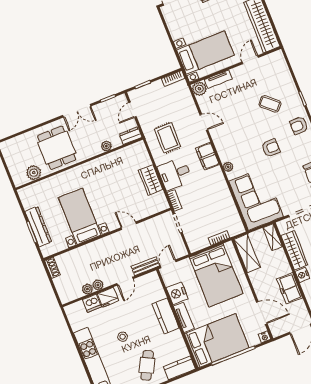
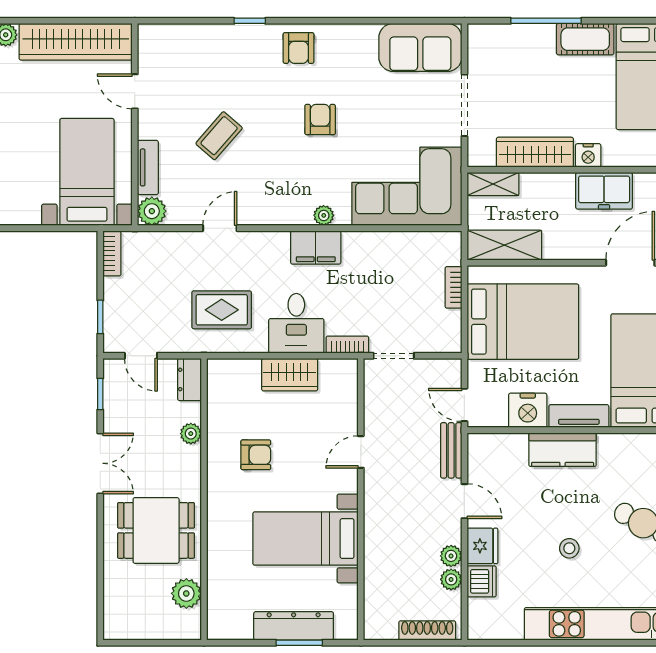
coffee table: (270, 104) -> (219, 136), moved
filing cabinet: (207, 156) -> (316, 248), moved
armchair: (108, 179) -> (256, 455), added
shoe rack: (52, 268) -> (427, 630), moved, width x1.43

